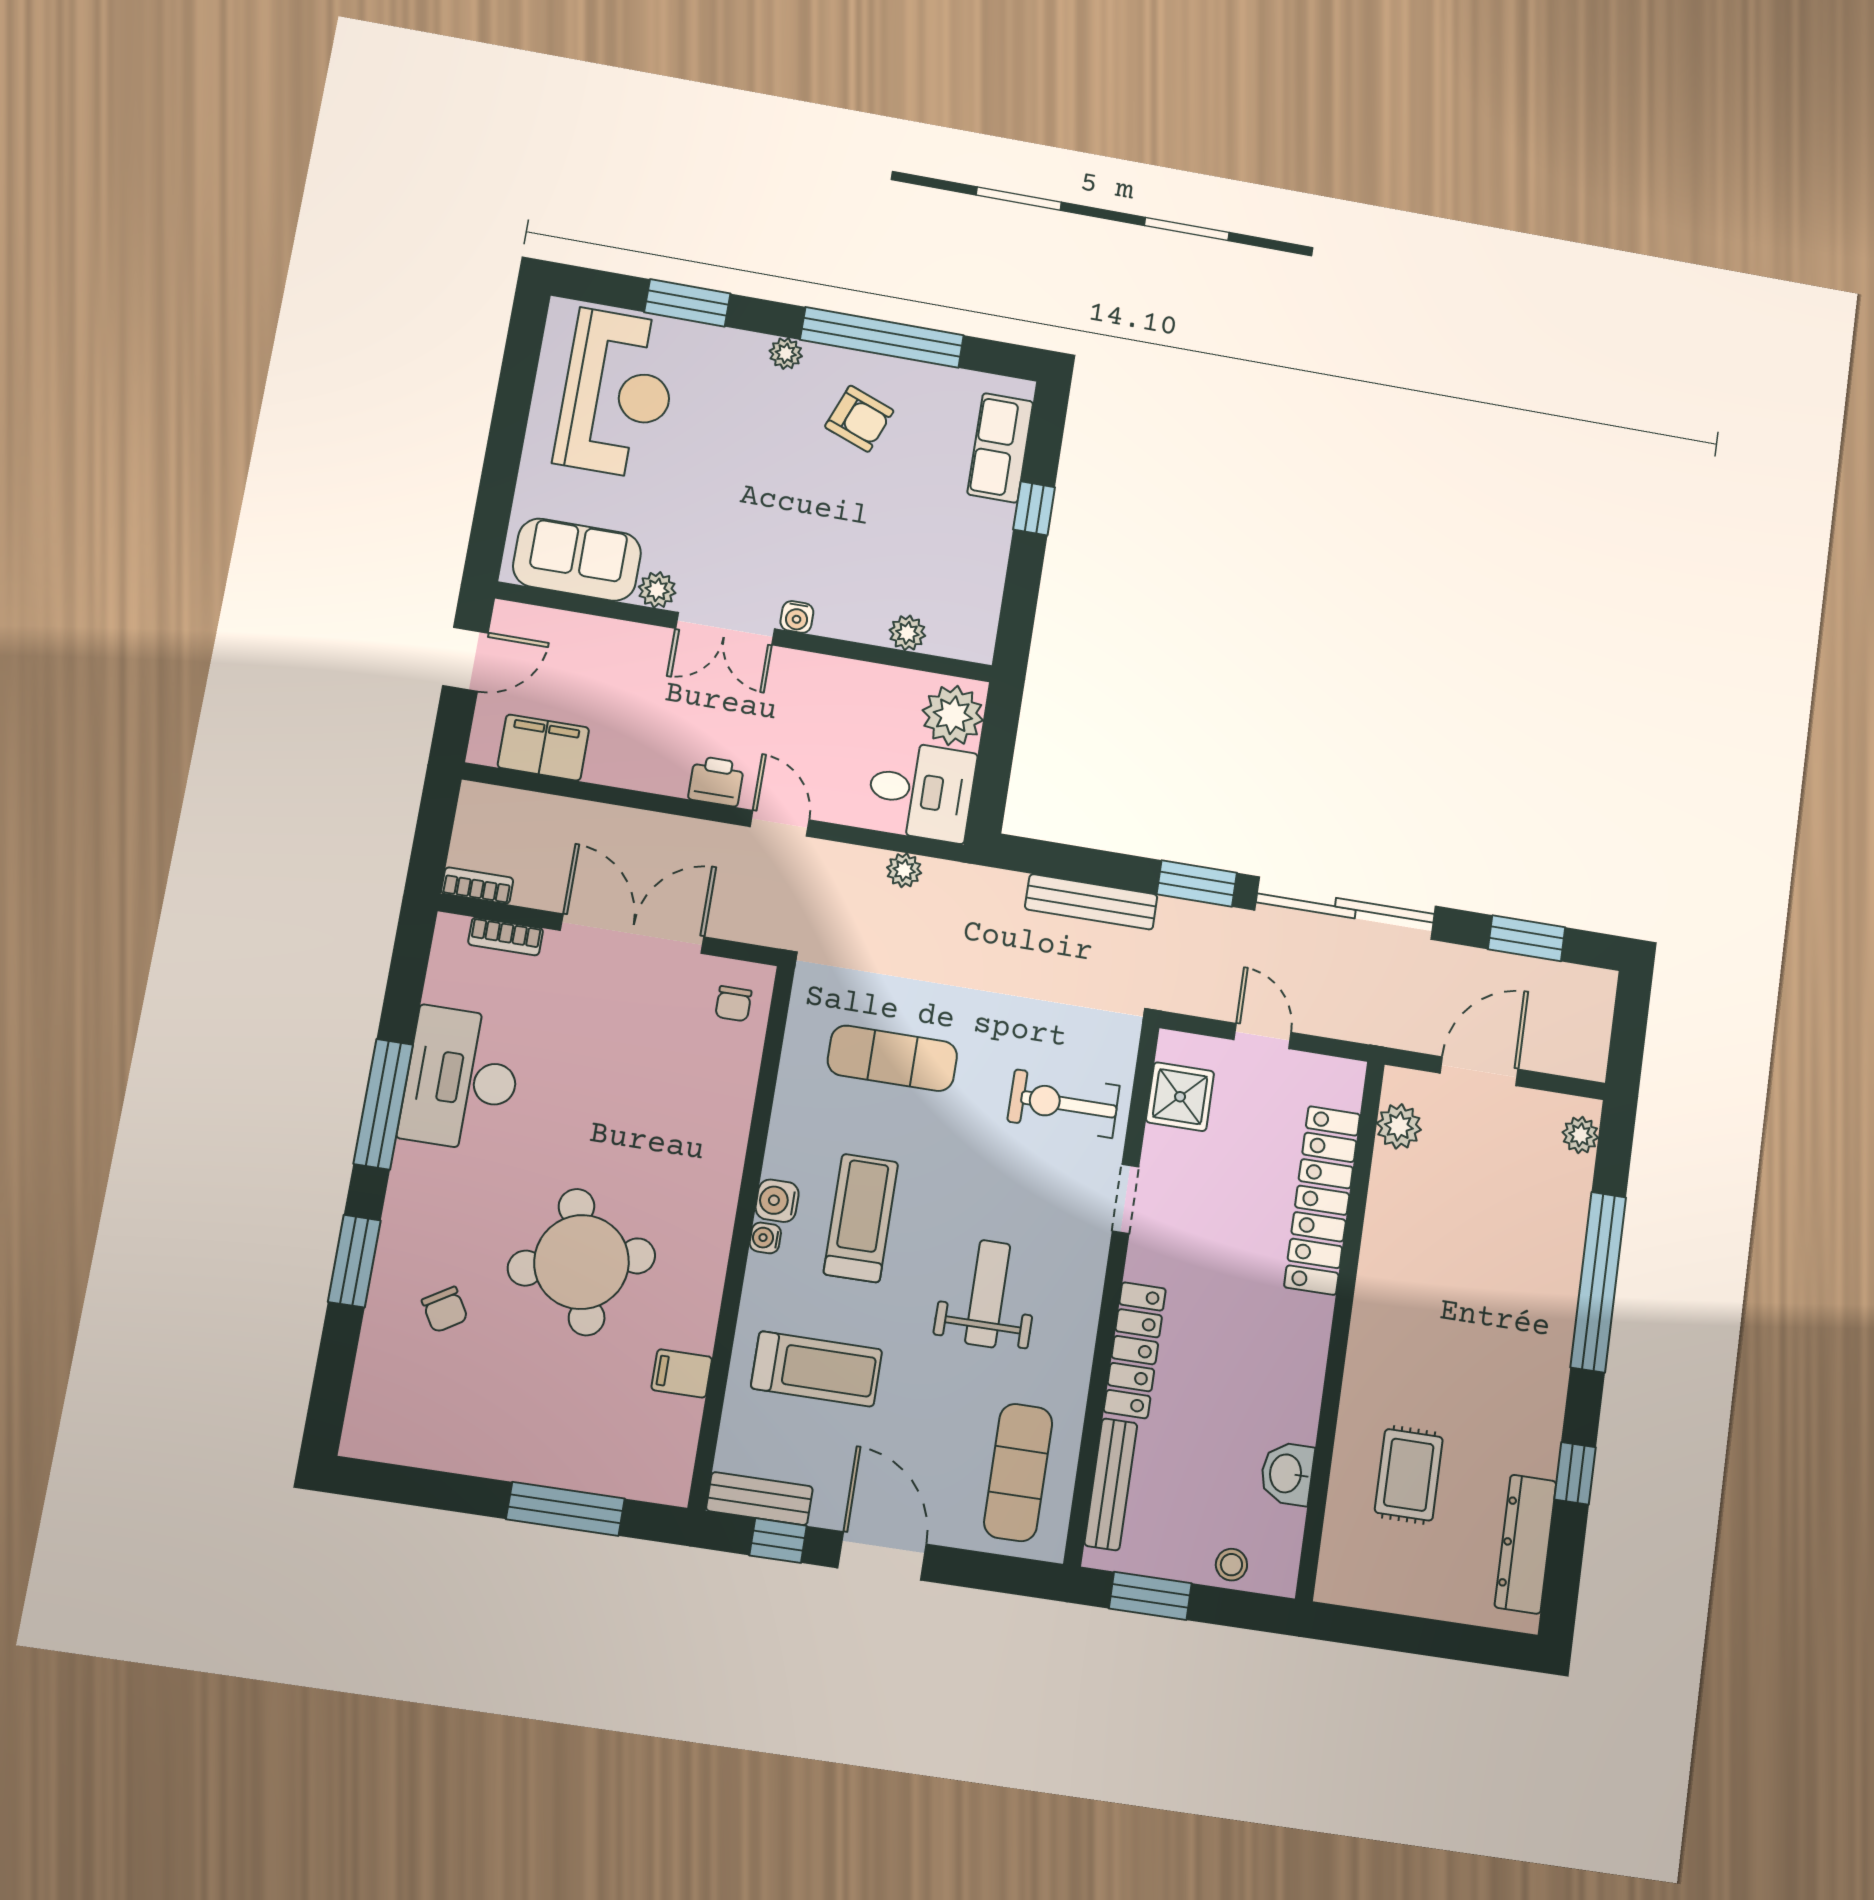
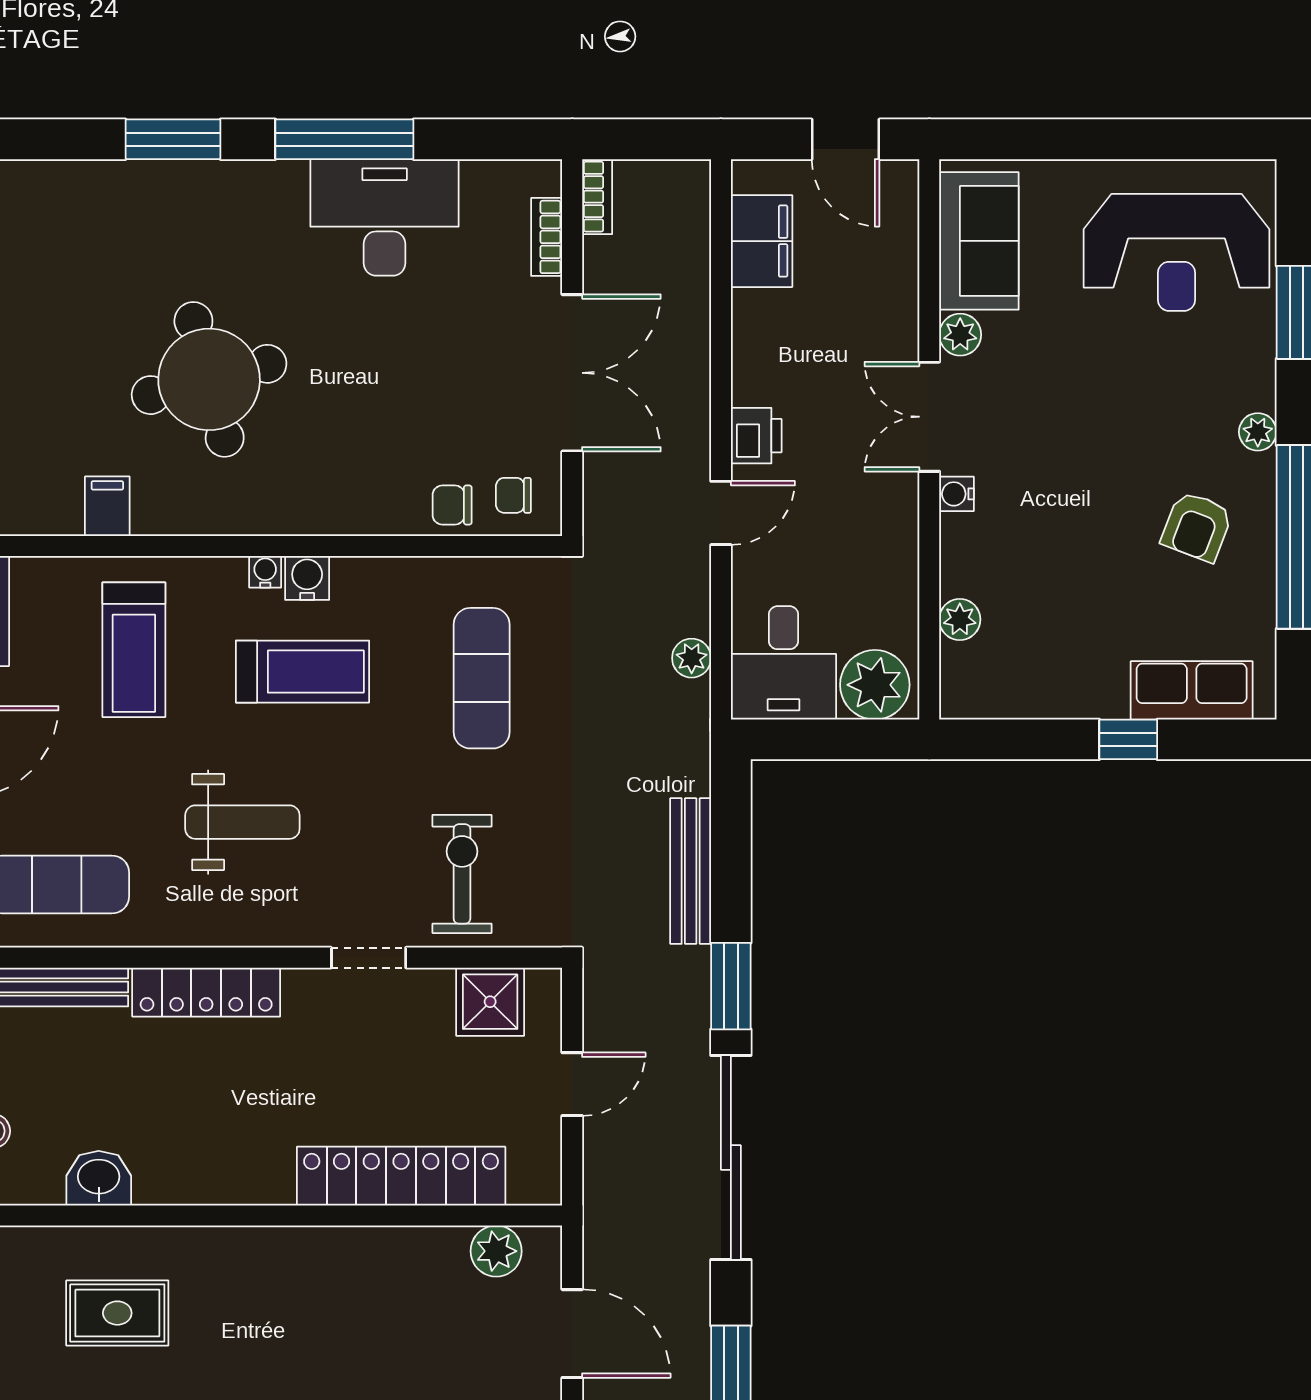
chair: (445, 1310) -> (452, 505), moved, turned 31

